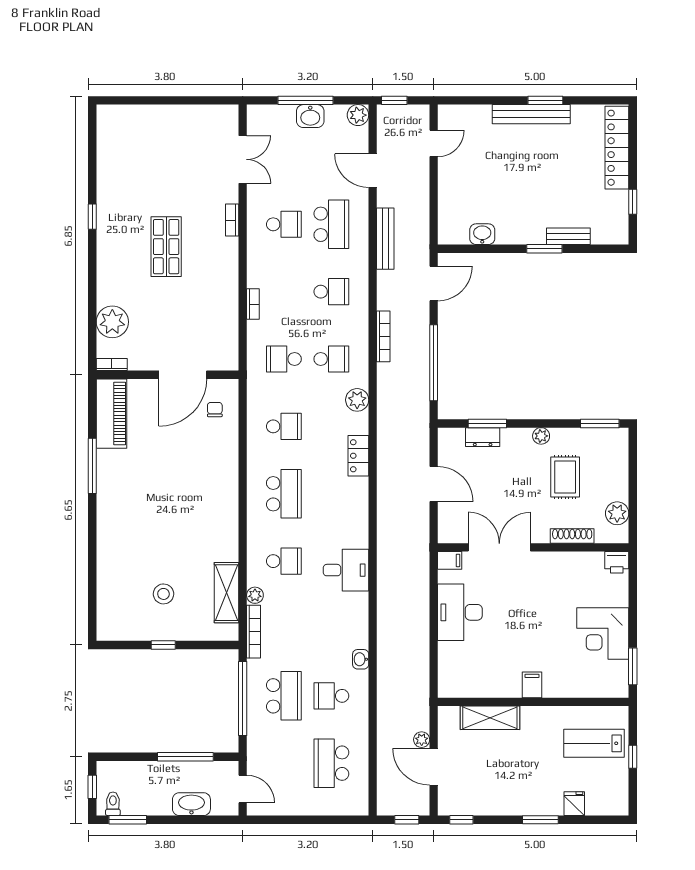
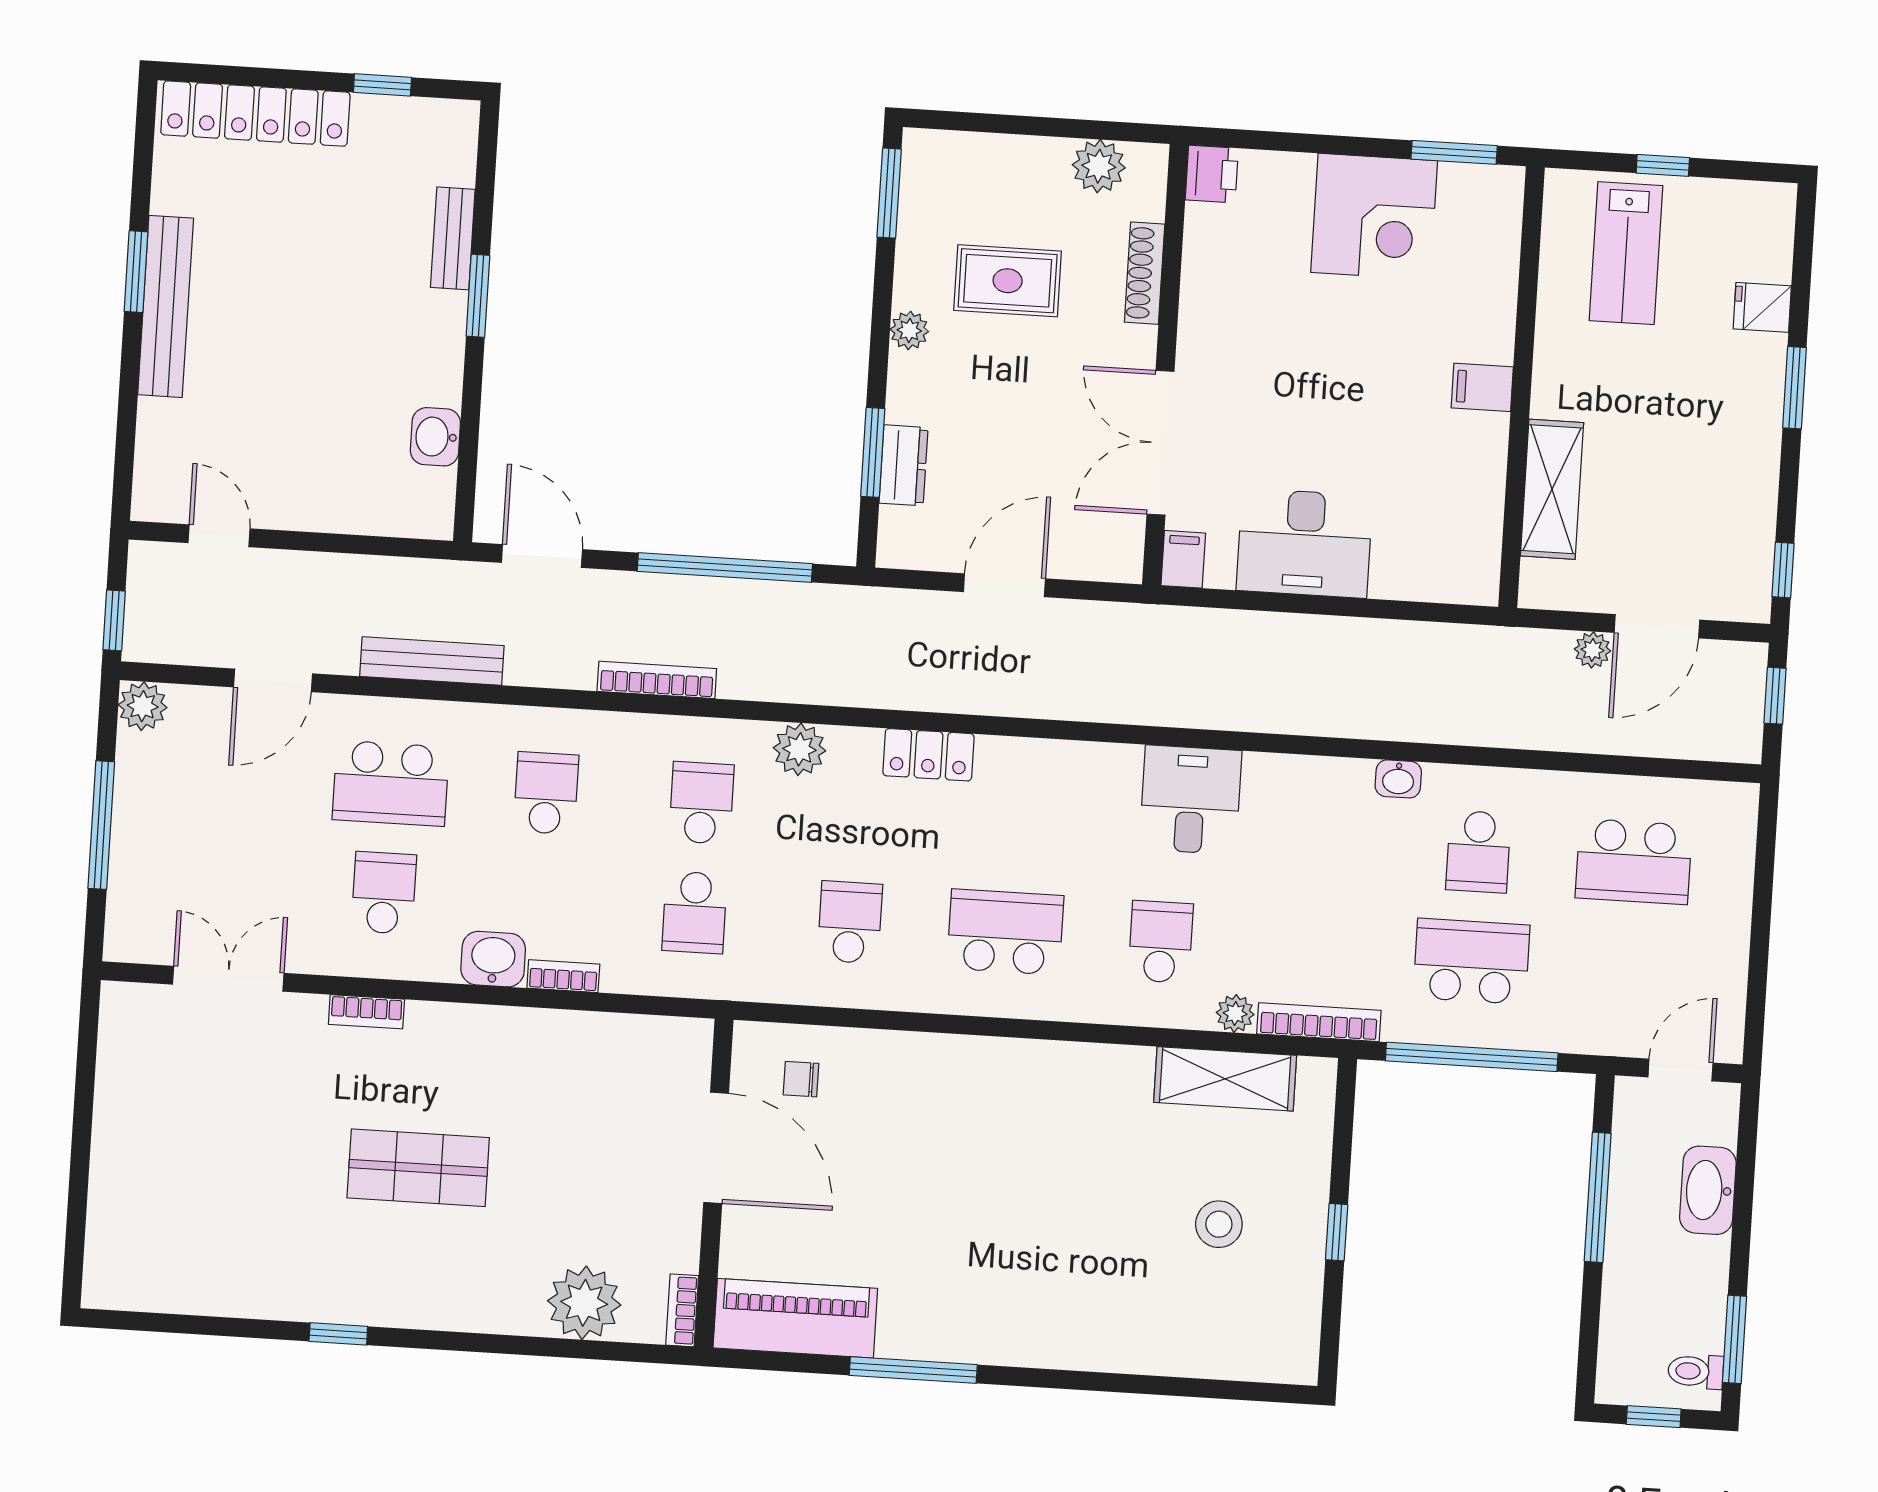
washbasin: (310, 116) -> (493, 959), moved, turned -90
school desk: (331, 224) -> (391, 783), turned 180

